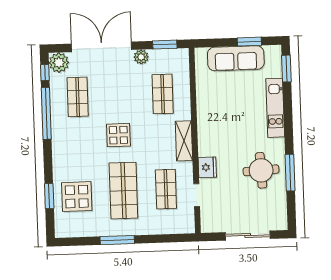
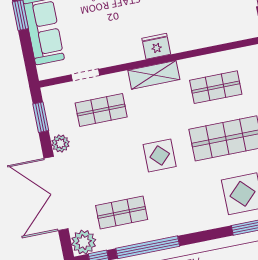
fridge: (207, 167) -> (156, 46), moved
doorway: (197, 195) -> (86, 75), moved

